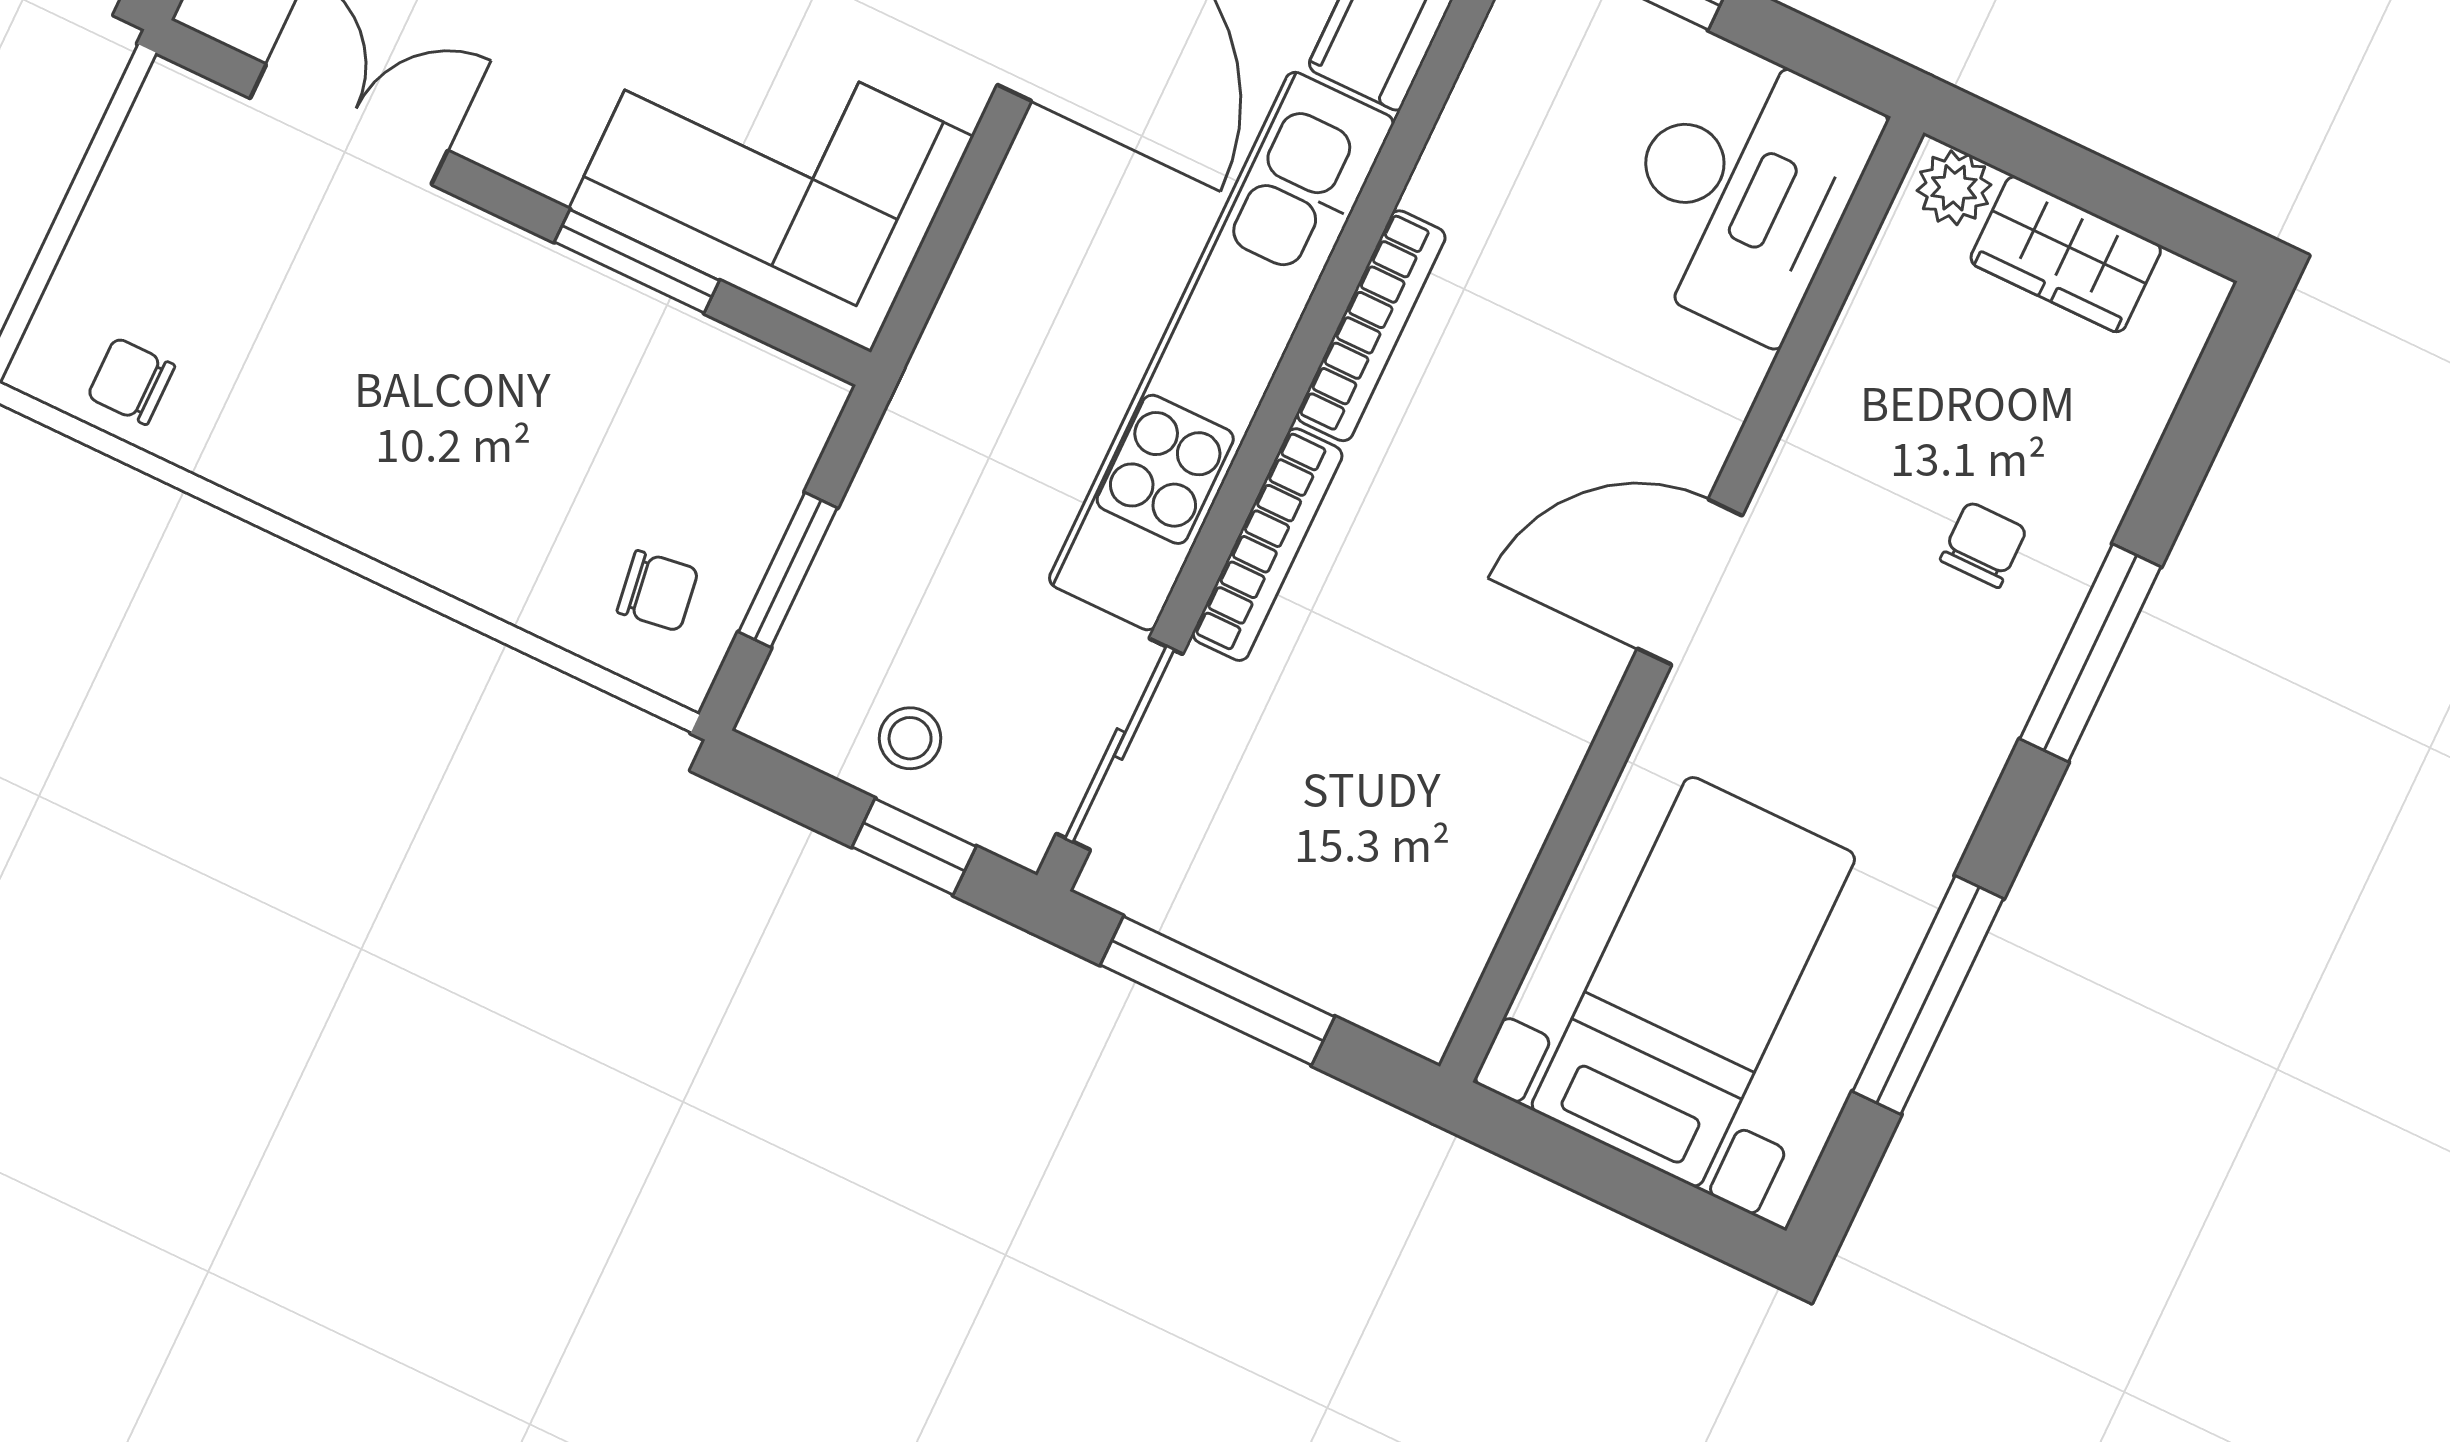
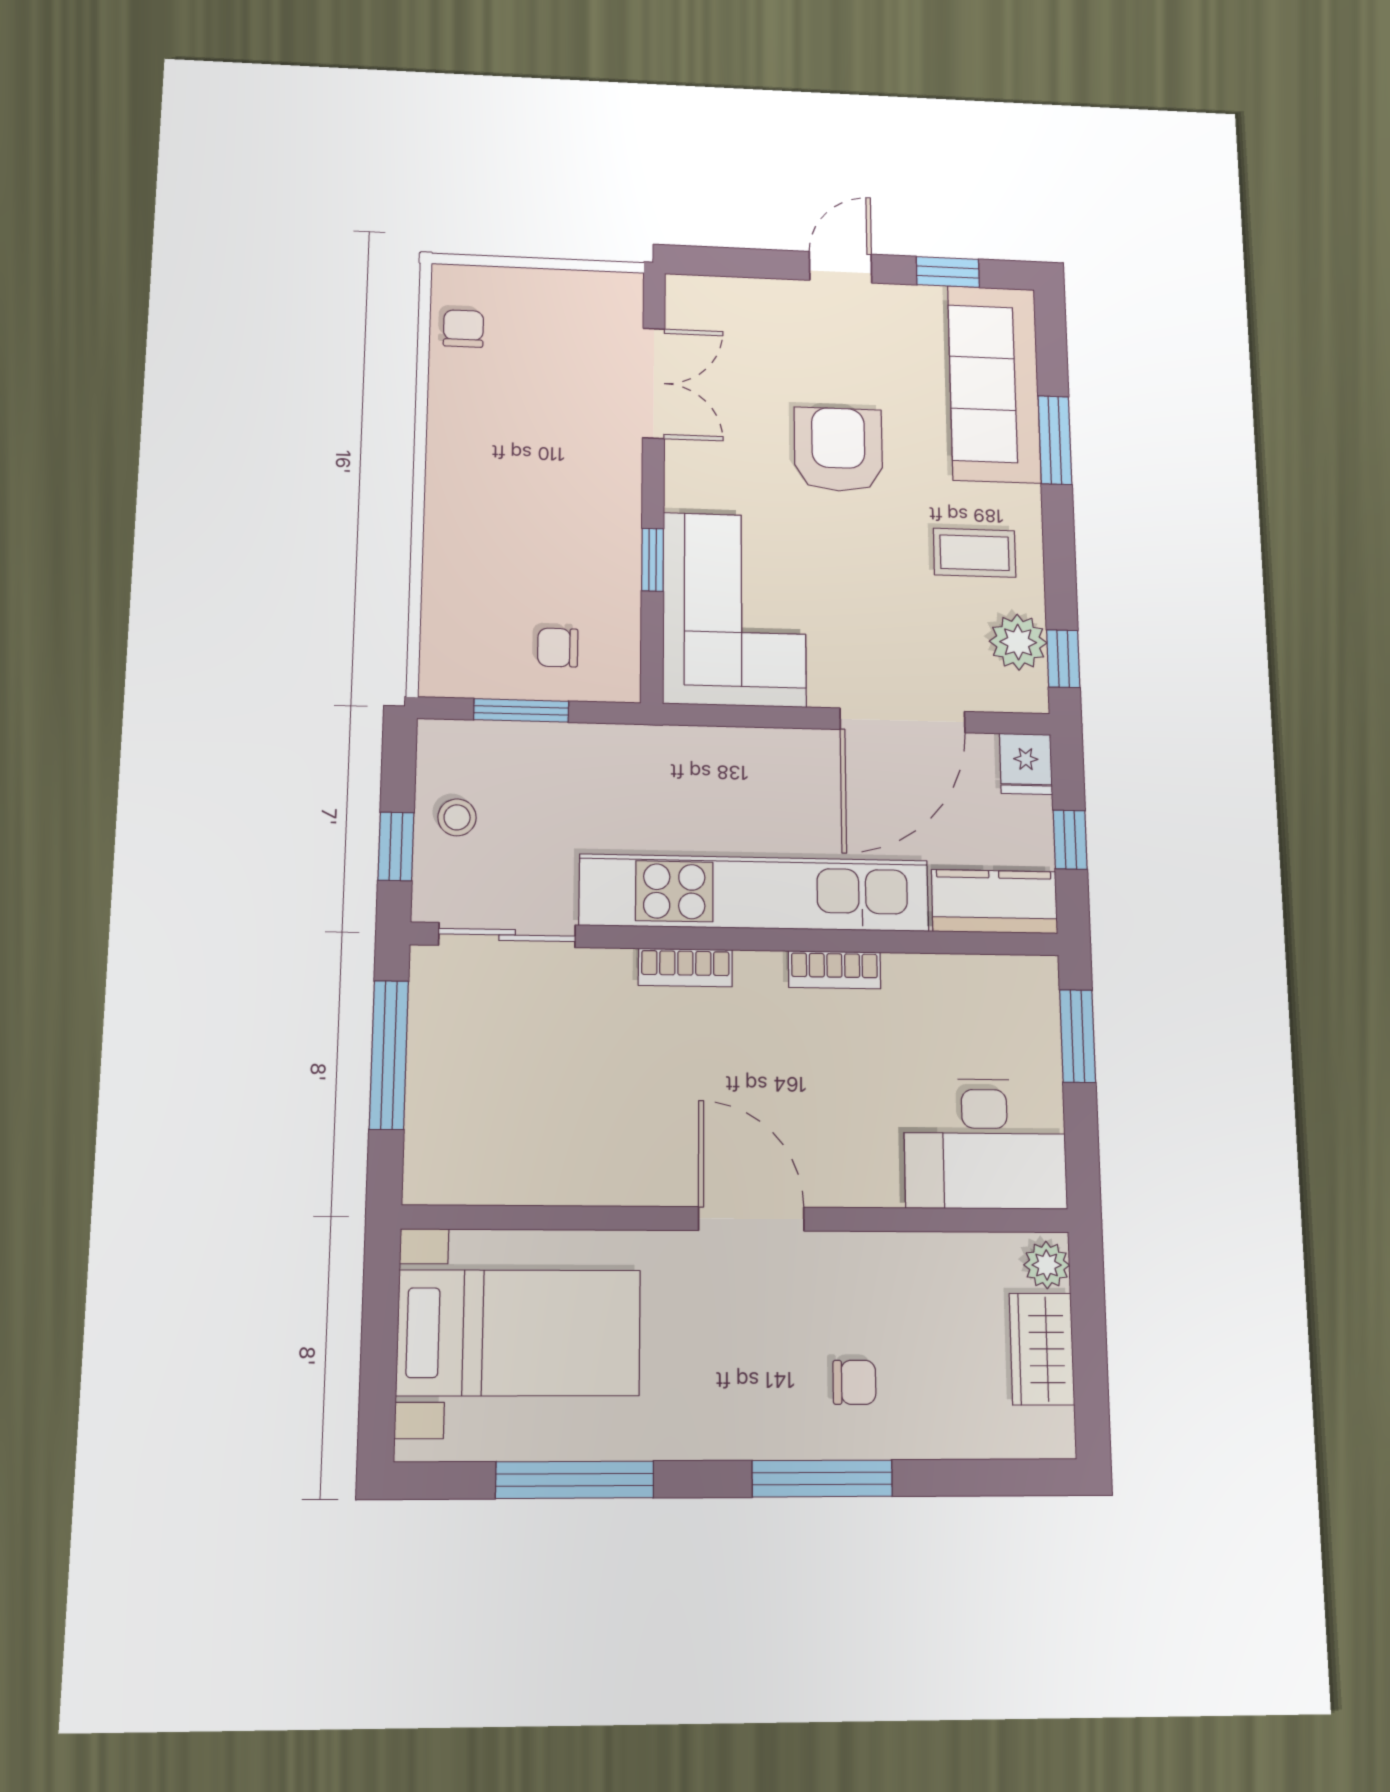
window: (637, 261) -> (653, 560), width x0.67
bookcase: (1371, 326) -> (835, 970), width x0.64
bookcase: (1267, 545) -> (685, 968), width x0.64
chair: (658, 591) -> (558, 648), moved, turned 98

